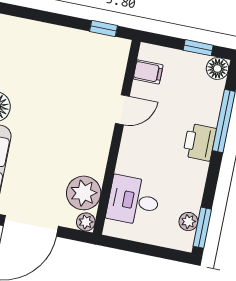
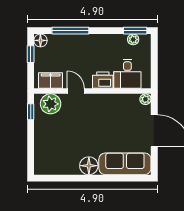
filing cabinet: (148, 72) -> (51, 81), width x2.00
printer: (199, 142) -> (103, 80), moved, turned 180
plant: (84, 193) -> (51, 104), moved

